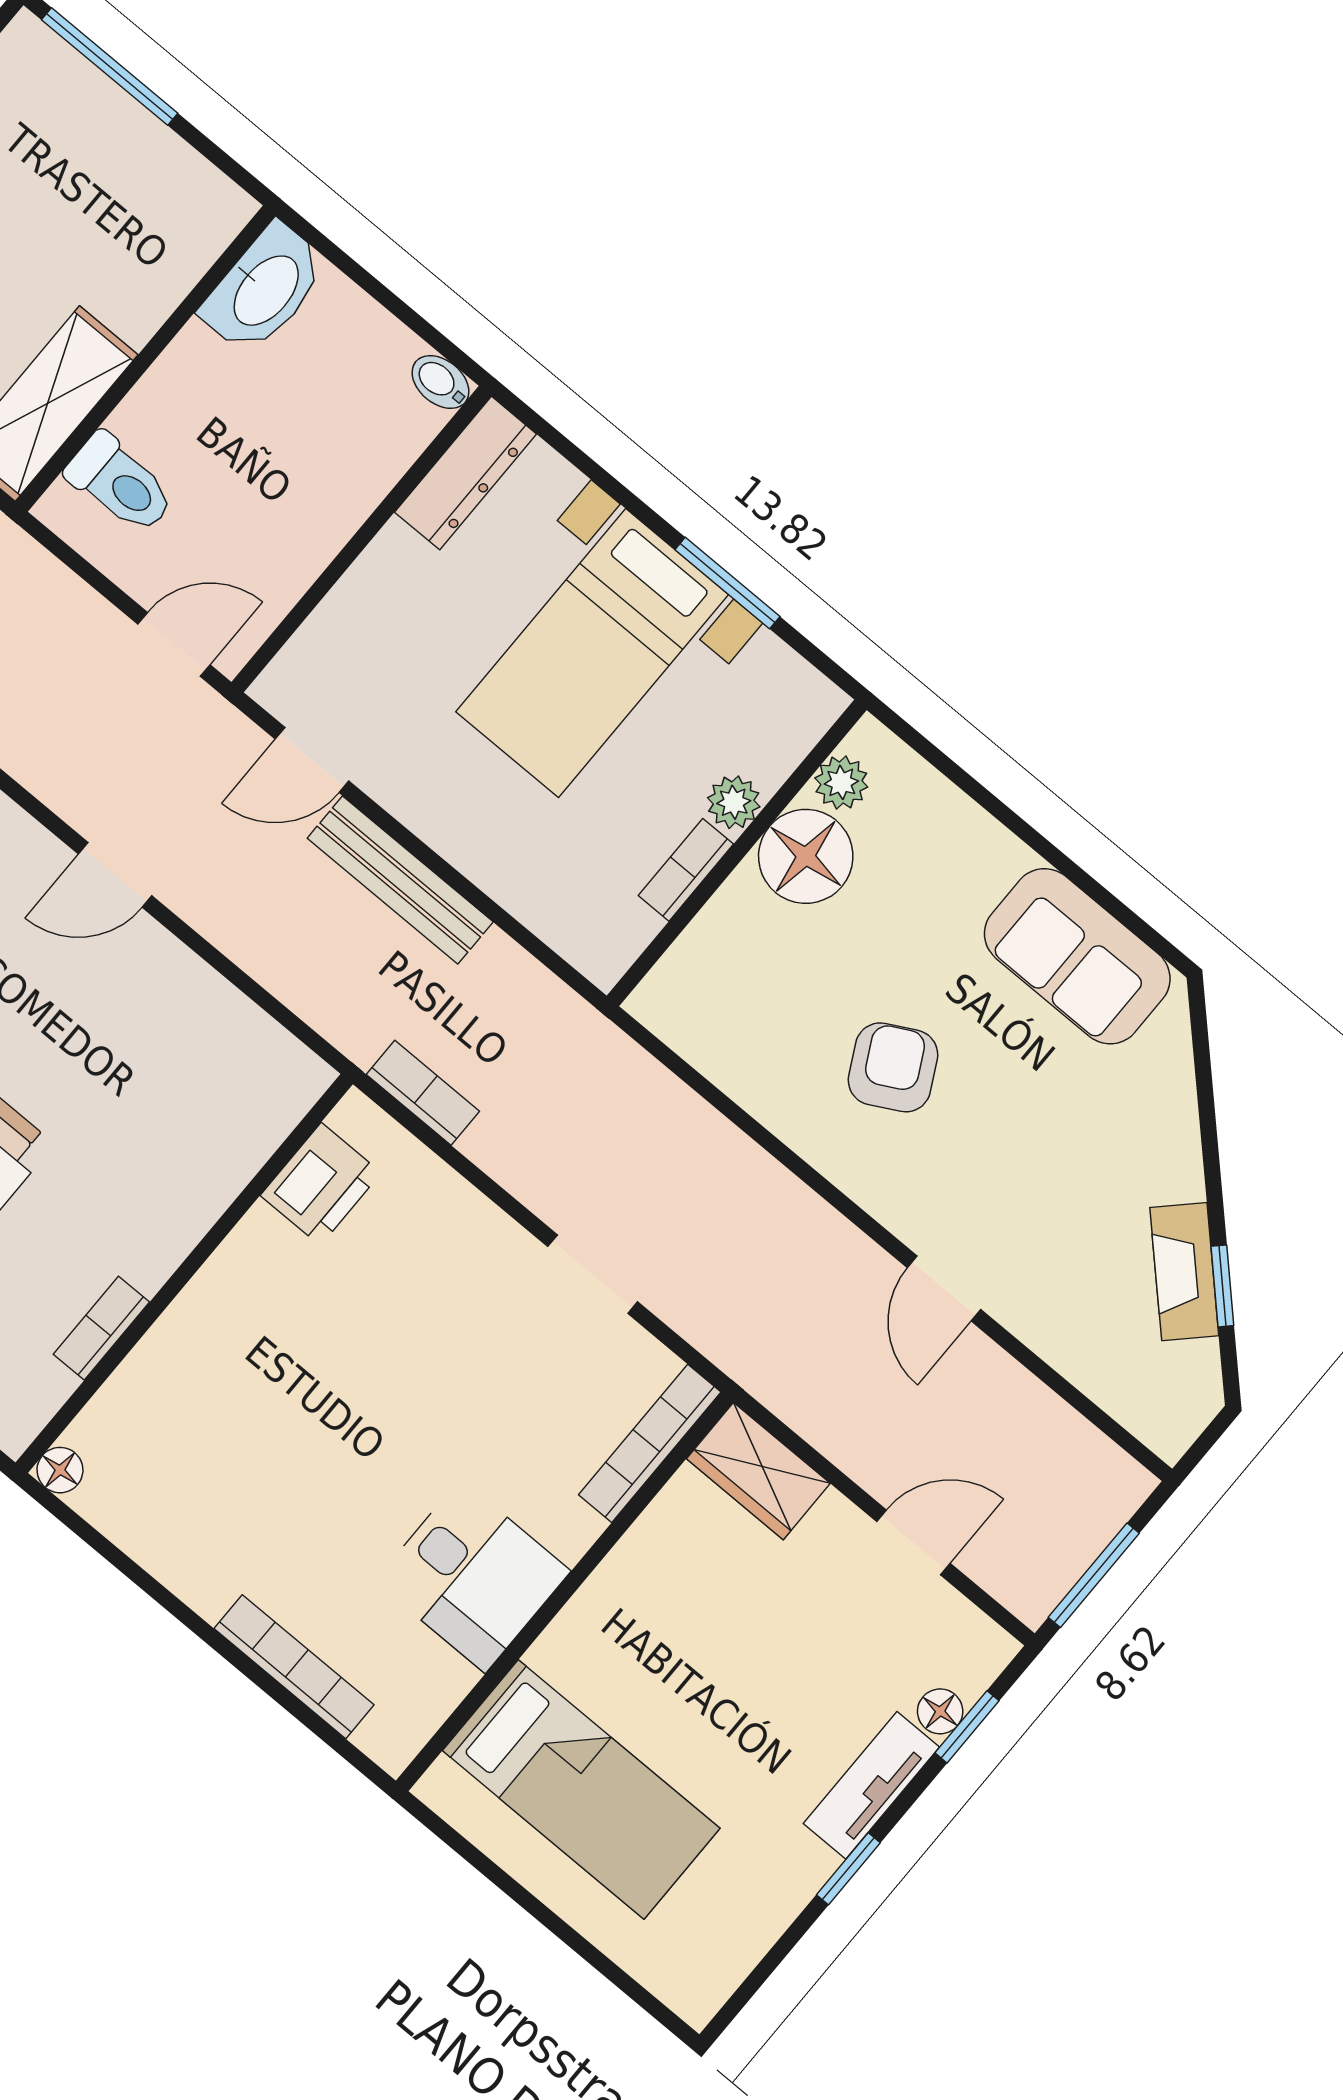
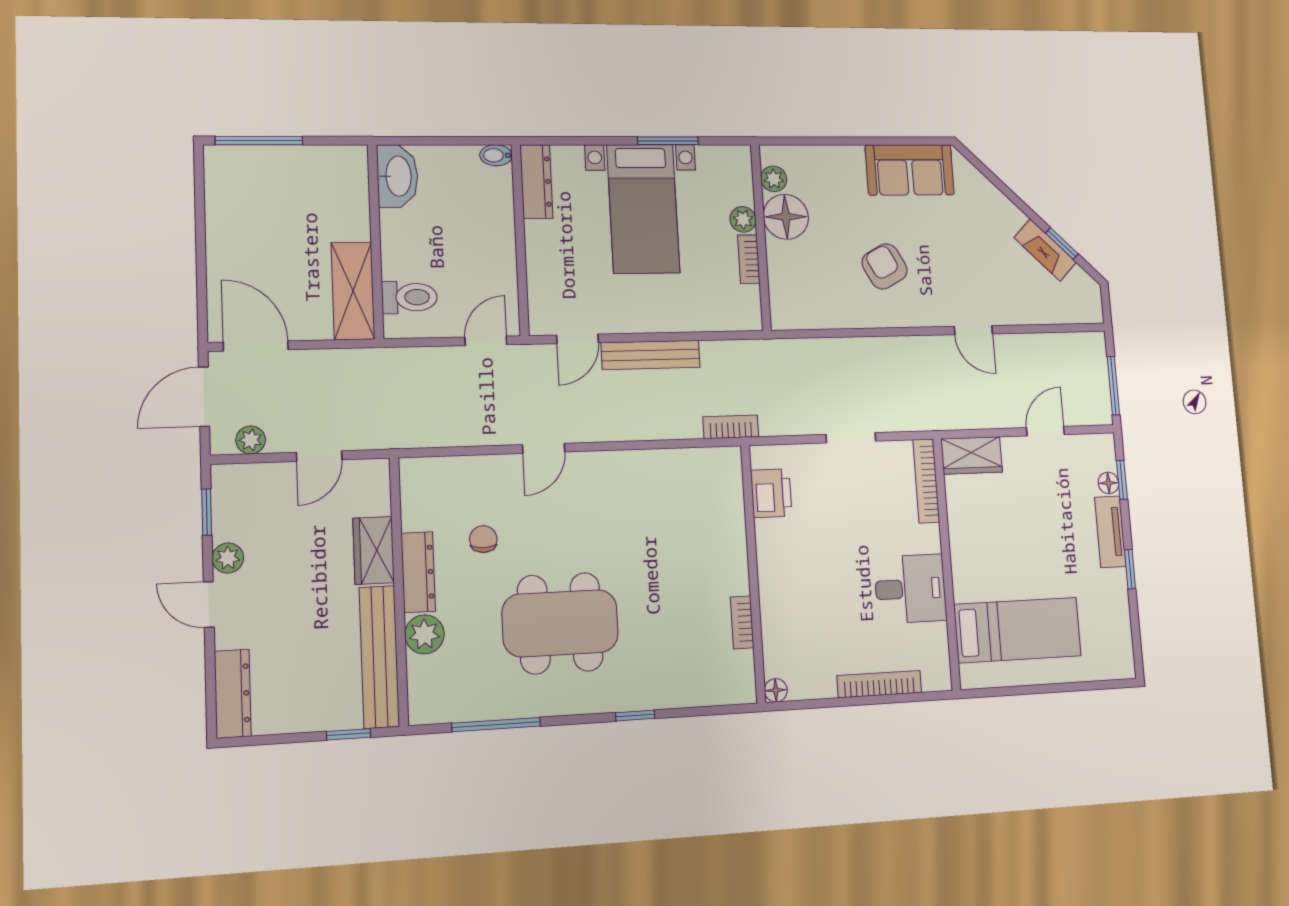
printer: (321, 1184) -> (771, 493), moved
wall: (184, 1273) -> (753, 573), moved
bookcase: (101, 1328) -> (742, 622), moved
floor lamp: (60, 1470) -> (776, 690), moved

